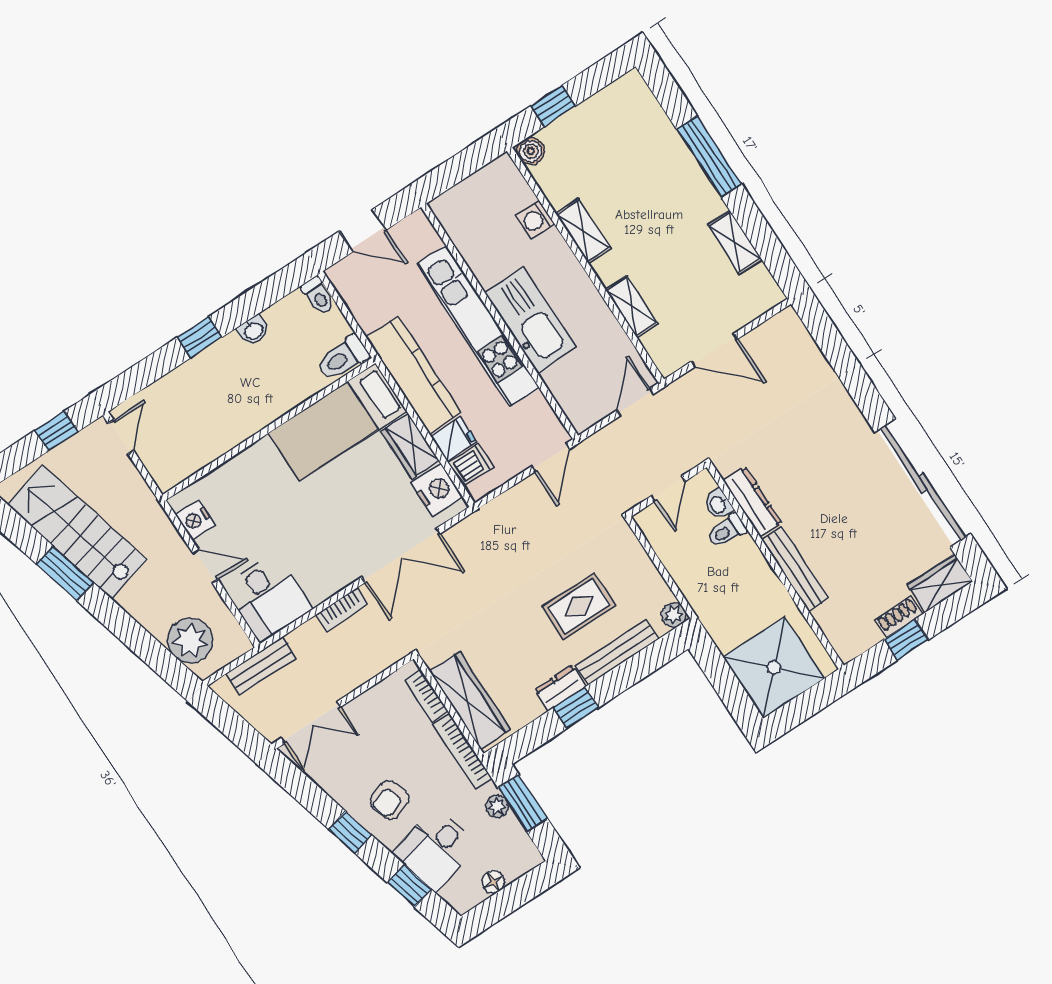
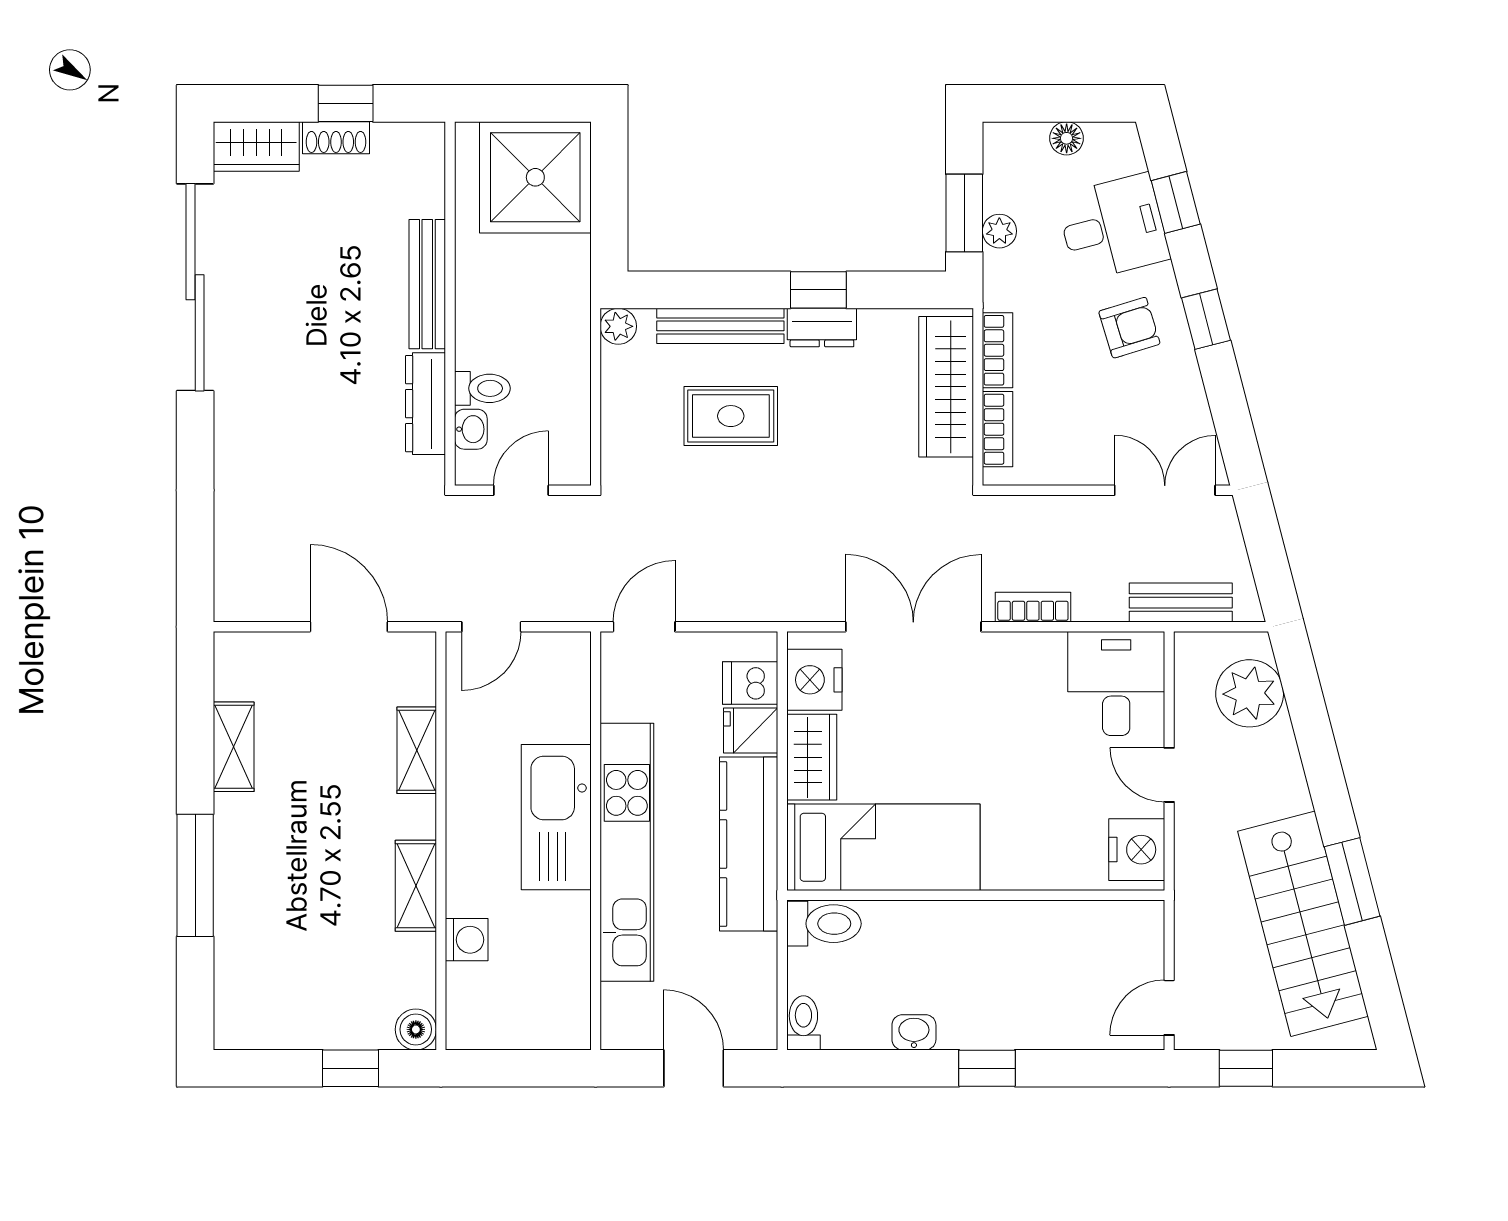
nightstand: (195, 520) -> (1137, 850), width x1.36, depth x1.33
bookcase: (462, 751) -> (998, 350), width x0.64

